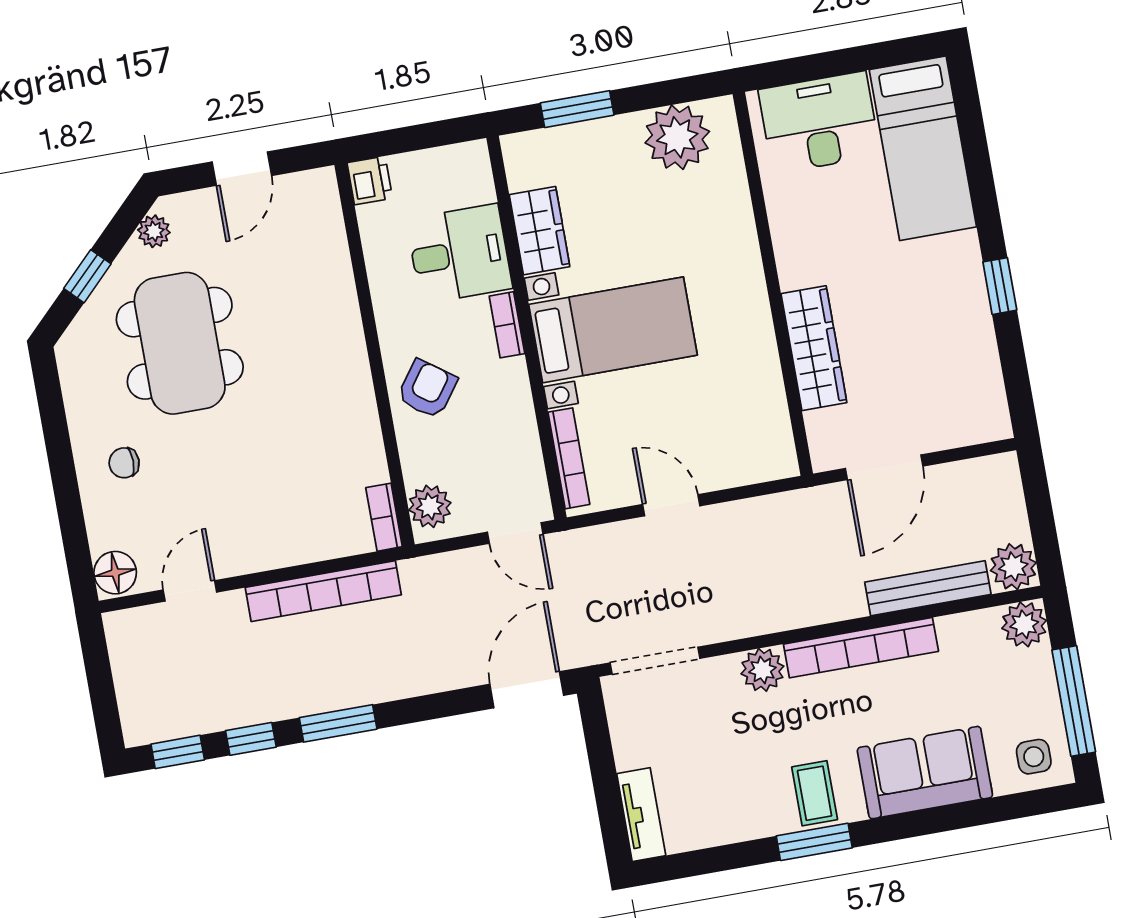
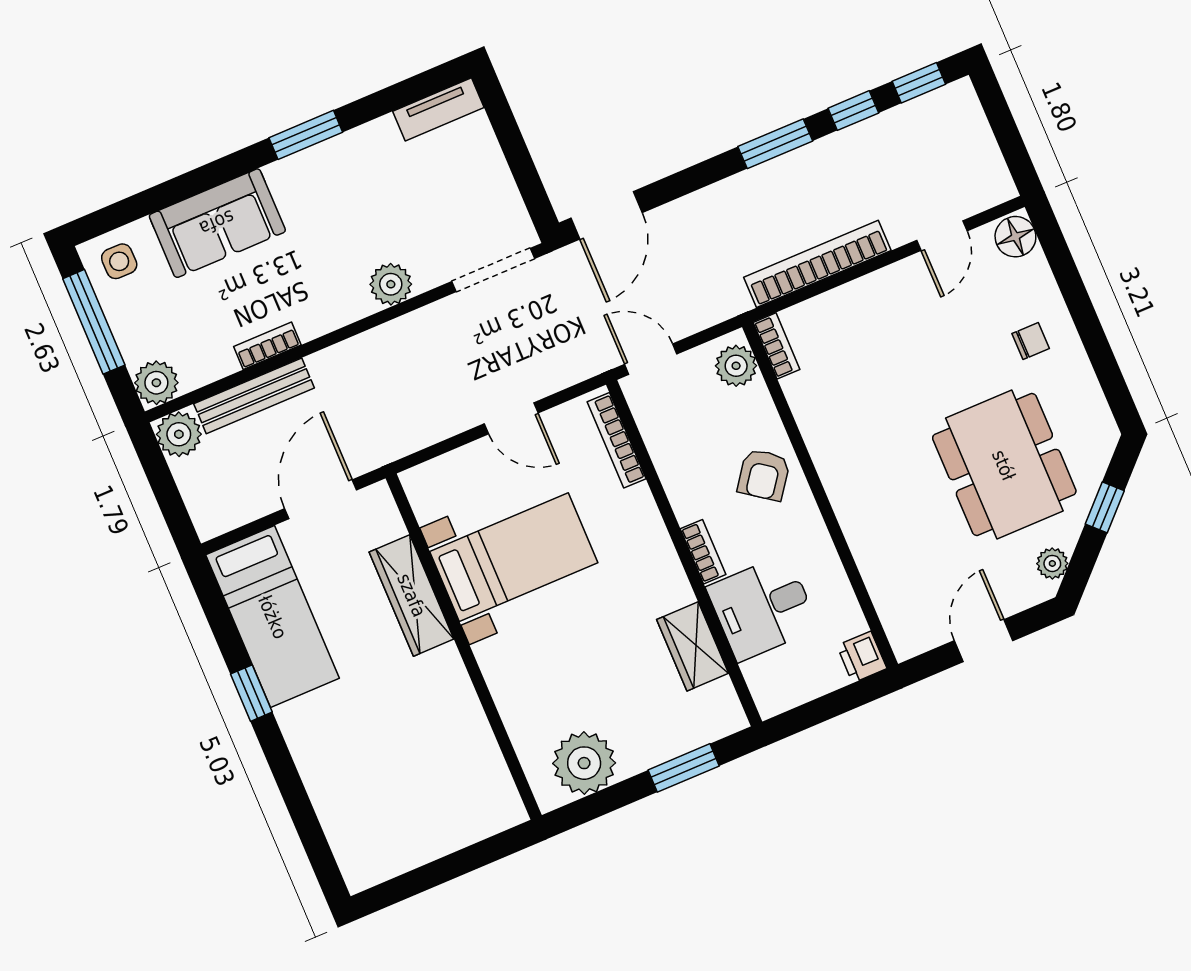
desk: (819, 122) -> (455, 807), removed
bed: (923, 148) -> (273, 617), moved, turned 180
bed with nightstands: (613, 330) -> (514, 557), moved, turned 180
bookcase: (861, 648) -> (267, 346), width x0.43, depth x0.76
coffee table: (815, 793) -> (316, 180), removed
tv unit: (641, 815) -> (438, 109), moved, turned -90

